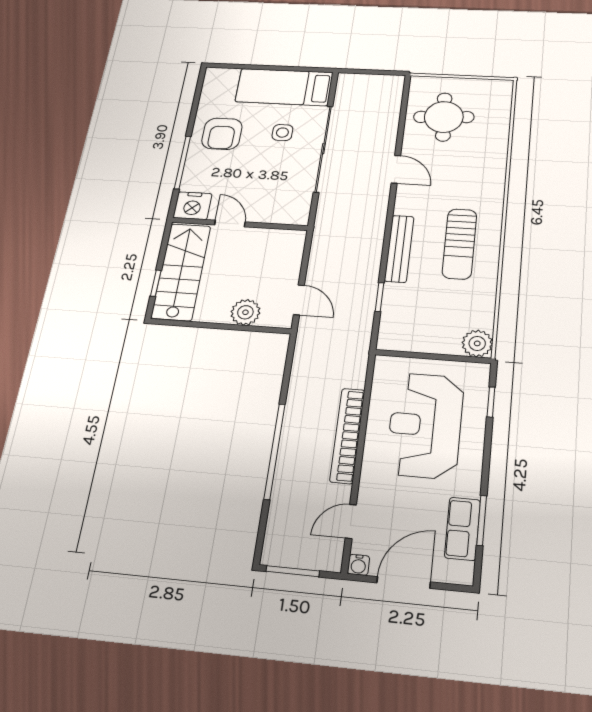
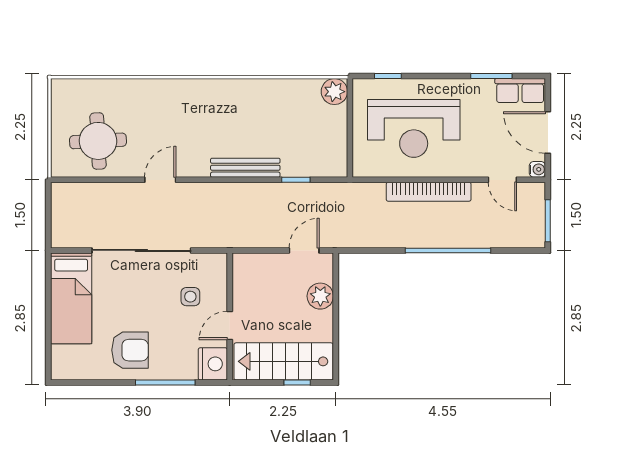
side table: (282, 133) -> (190, 297), moved
sun lounger: (460, 244) -> (236, 115), removed
row of seats: (463, 529) -> (520, 91), moved

